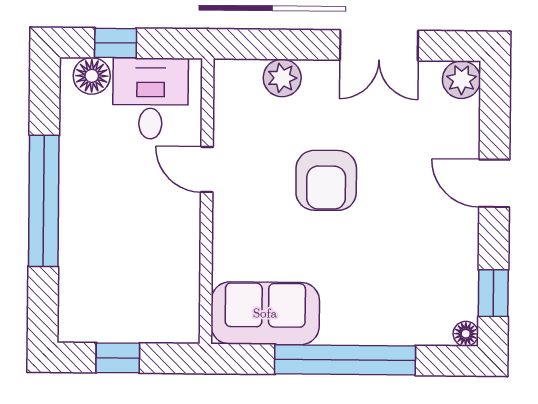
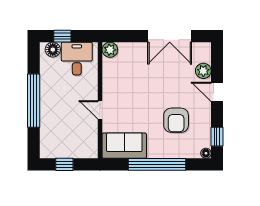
double door: (379, 45) -> (170, 36), width x1.37
plant: (282, 78) -> (110, 50), moved
plant: (461, 80) -> (203, 71), moved
door: (207, 170) -> (100, 110), moved
armchair: (326, 180) -> (176, 120), moved

